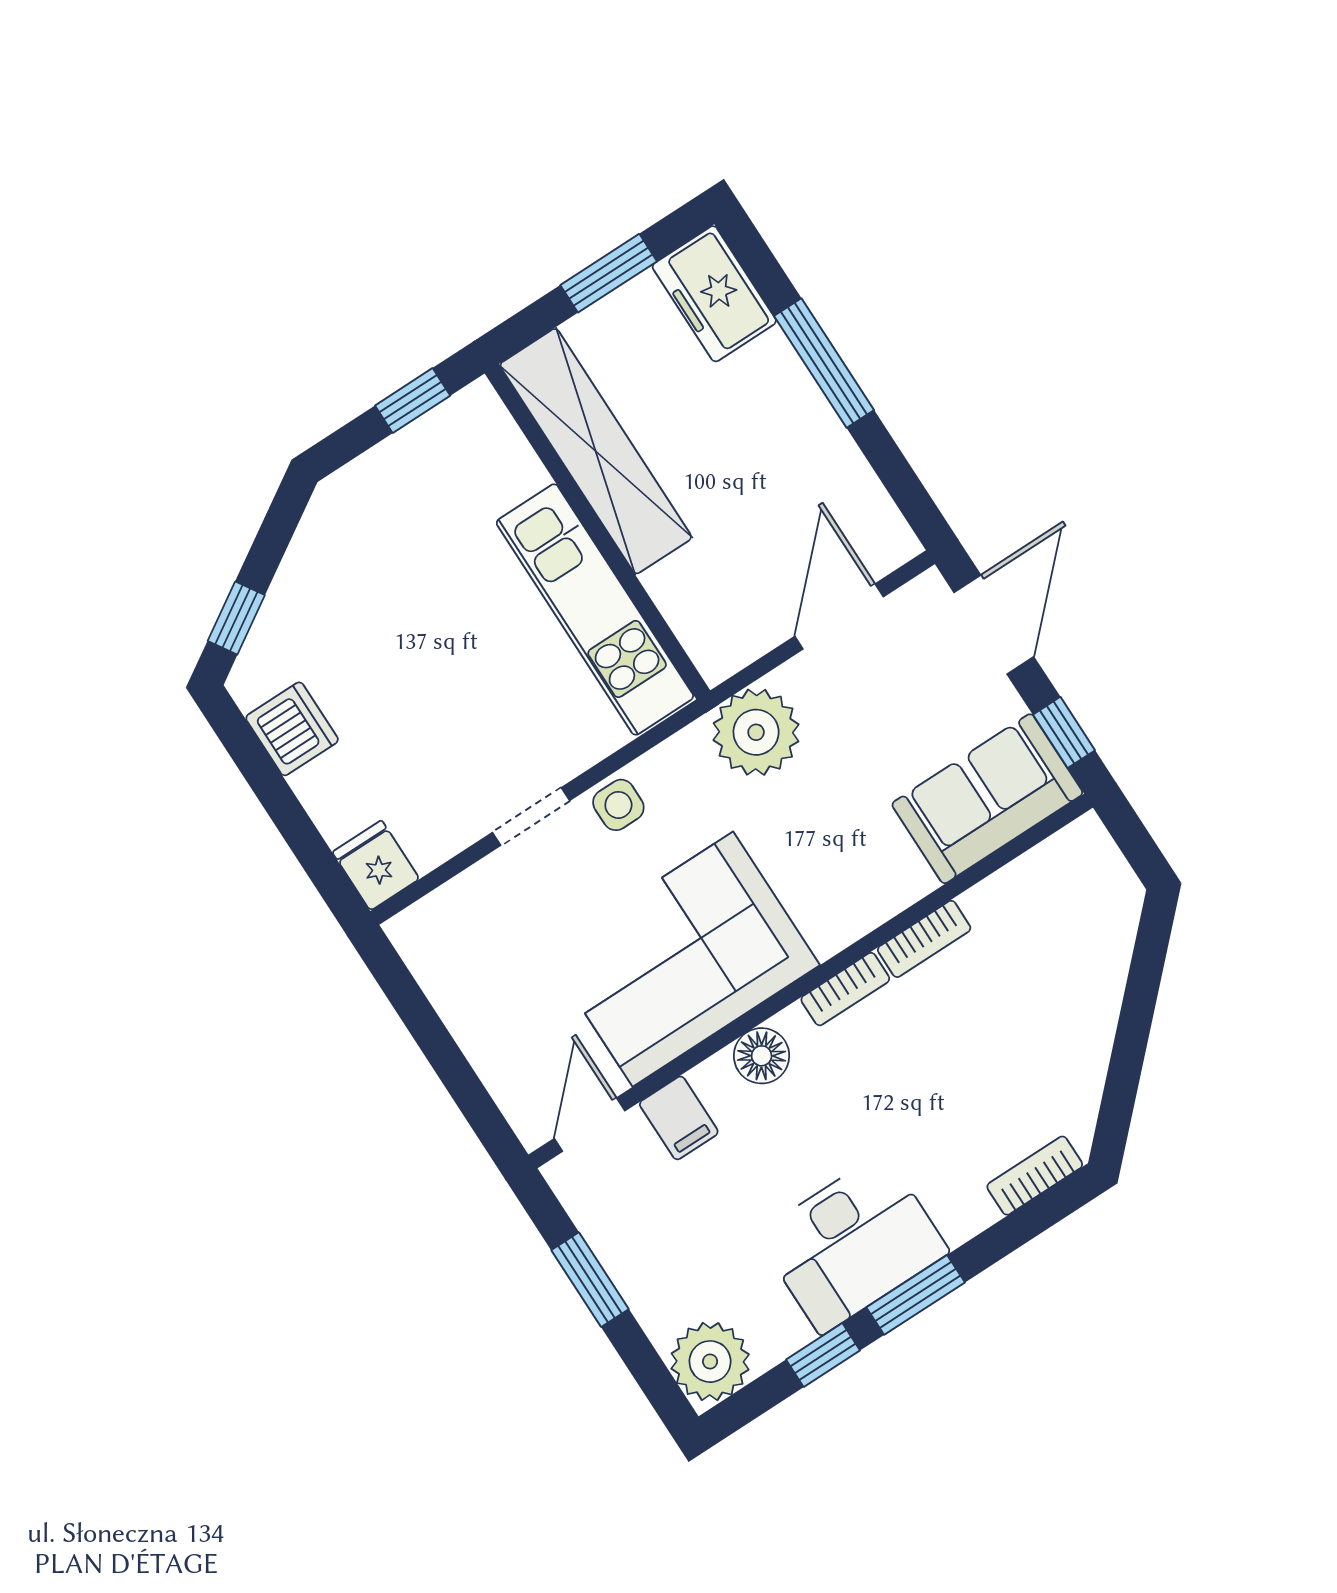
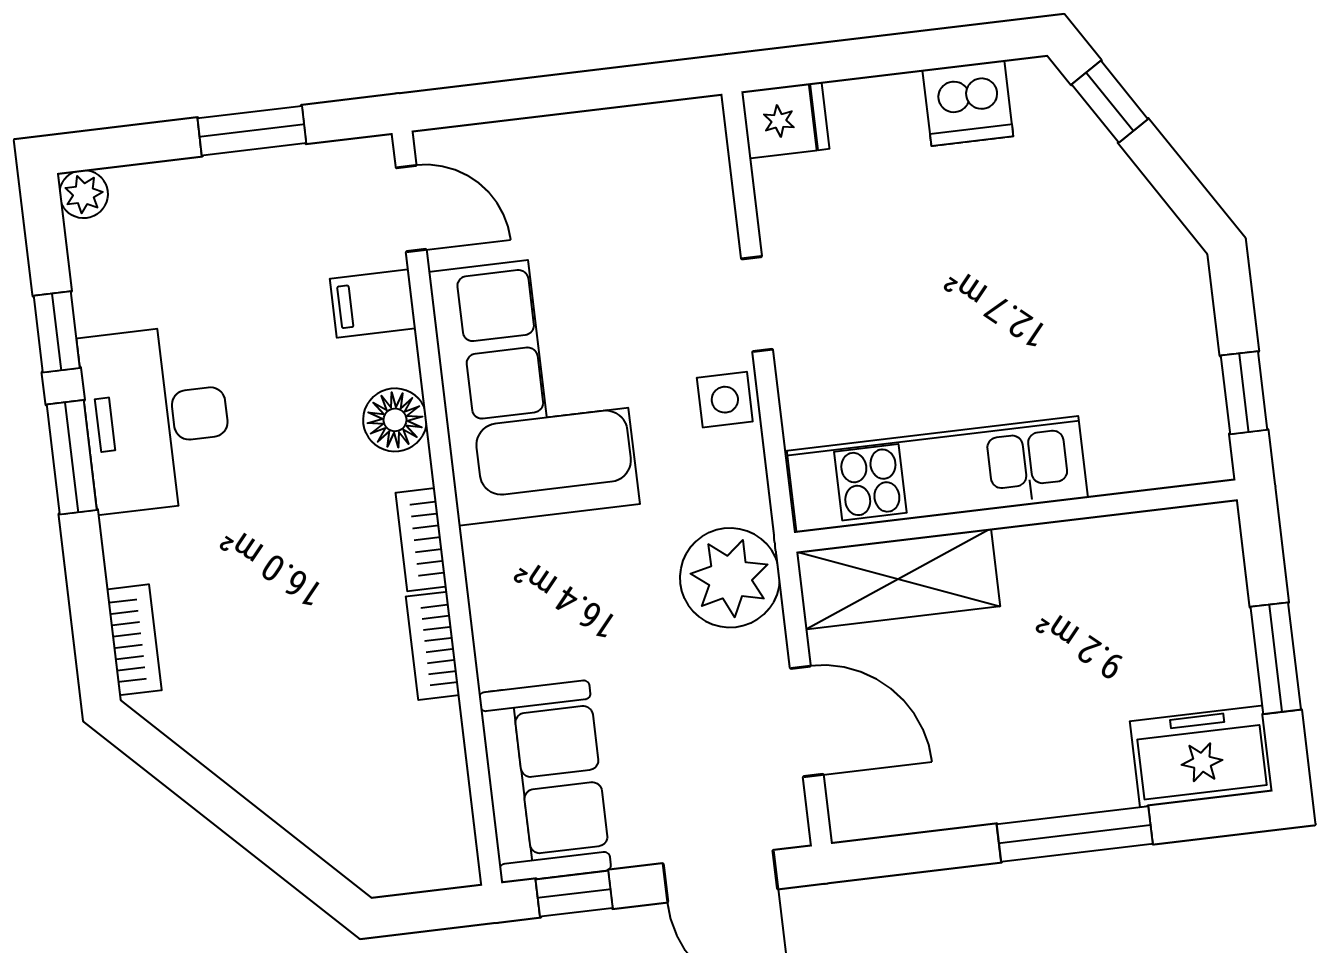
shelving: (596, 451) -> (898, 579), moved, width x0.68
plant: (710, 1362) -> (84, 194), width x0.53, depth x0.53

